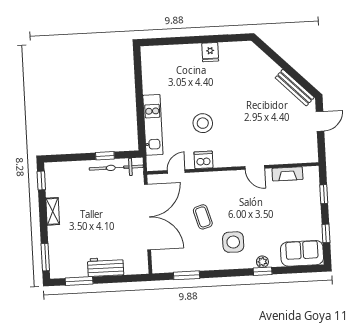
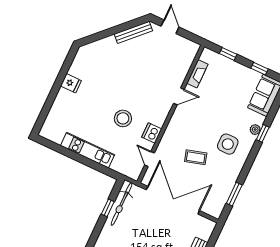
kitchen unit: (153, 125) -> (88, 150), moved

